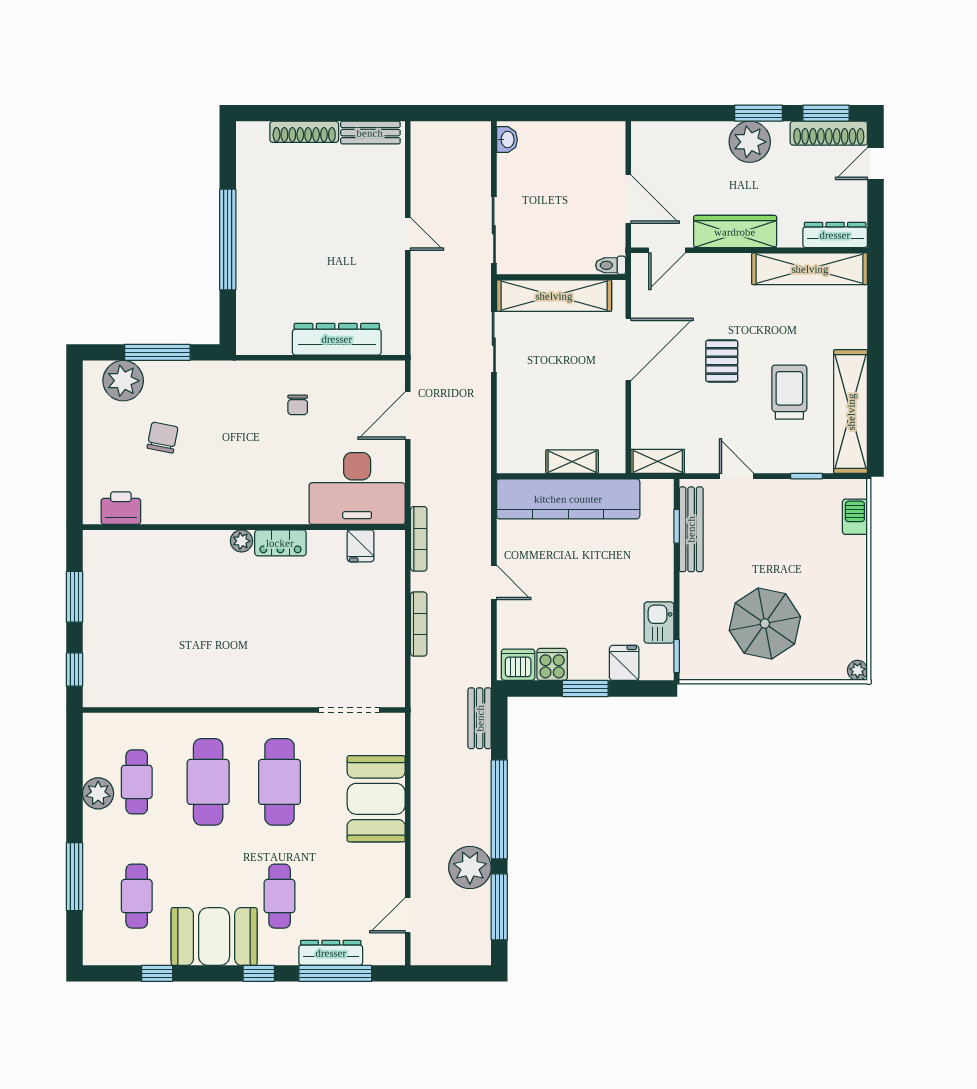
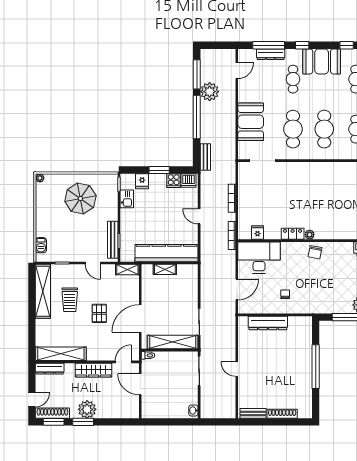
chair: (163, 438) -> (315, 252), moved

